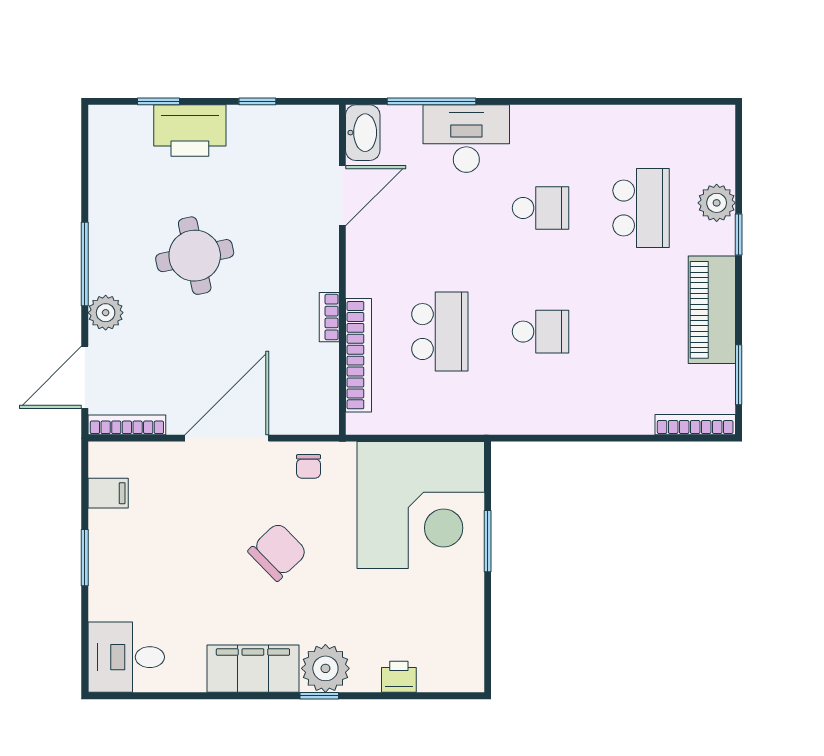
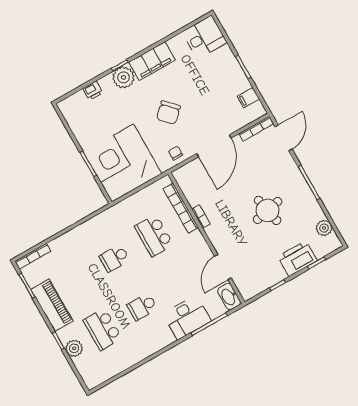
plant: (106, 313) -> (324, 228), moved

